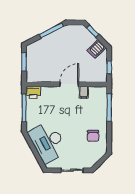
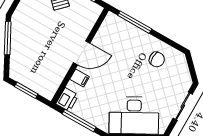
door: (69, 84) -> (82, 53), swing flipped
filing cabinet: (84, 92) -> (80, 78), moved

